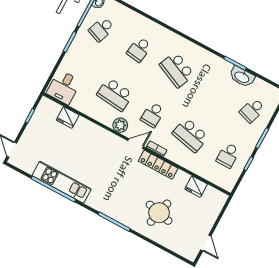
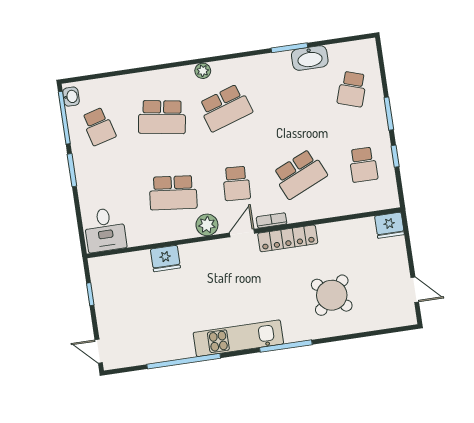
school desk: (102, 29) -> (99, 126), turned -36
plant: (180, 41) -> (203, 71), added
school desk: (139, 49) -> (162, 117), width x1.85
school desk: (177, 70) -> (225, 108), turned -42
fridge: (68, 118) -> (165, 258), moved
school desk: (190, 135) -> (300, 174), turned -36
kitchen unit: (62, 182) -> (238, 338), moved
fridge: (196, 187) -> (389, 225), moved
round table: (159, 213) -> (332, 295), turned 31

